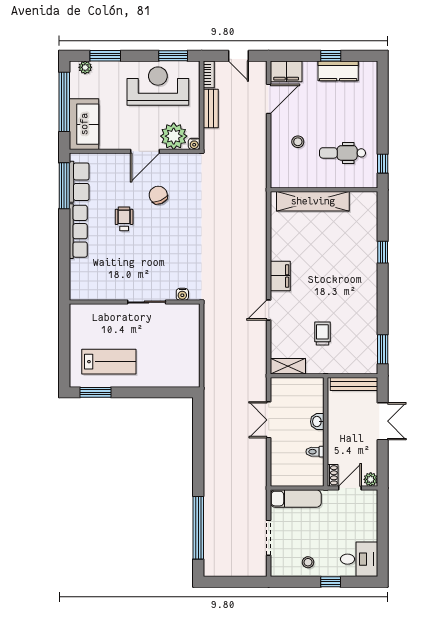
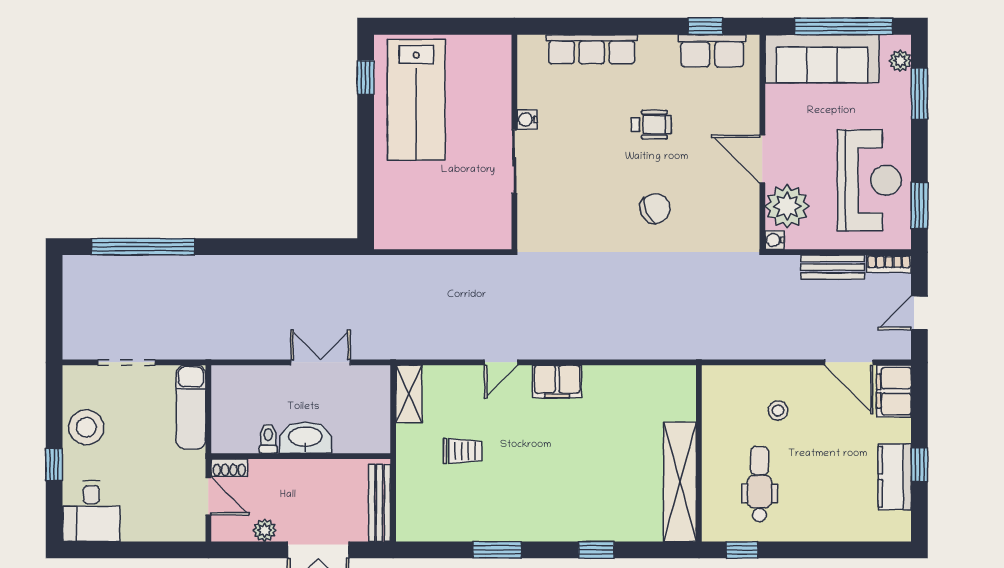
sofa: (84, 124) -> (822, 59), width x1.36
window: (64, 186) -> (705, 26), width x0.46
chair: (158, 195) -> (655, 208), moved
shelving: (313, 201) -> (680, 482), moved
row of seats: (78, 231) -> (592, 49), moved
water cooler: (182, 294) -> (527, 119), moved
door: (269, 310) -> (501, 362), swing flipped
window: (383, 349) -> (497, 550), moved
lab bench: (109, 362) -> (416, 100), width x1.36, depth x1.39
window: (95, 392) -> (366, 78), width x0.67
washbasin: (317, 422) -> (305, 438), width x1.91, depth x1.45
plant: (371, 479) -> (265, 530), moved
stool: (308, 562) -> (86, 427), width x1.89, depth x1.89

